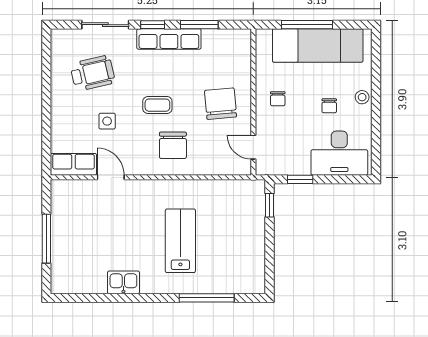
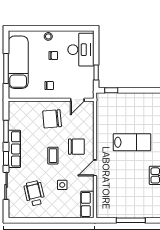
door: (111, 177) -> (95, 168), moved
lab bench: (180, 241) -> (132, 142), turned 180

